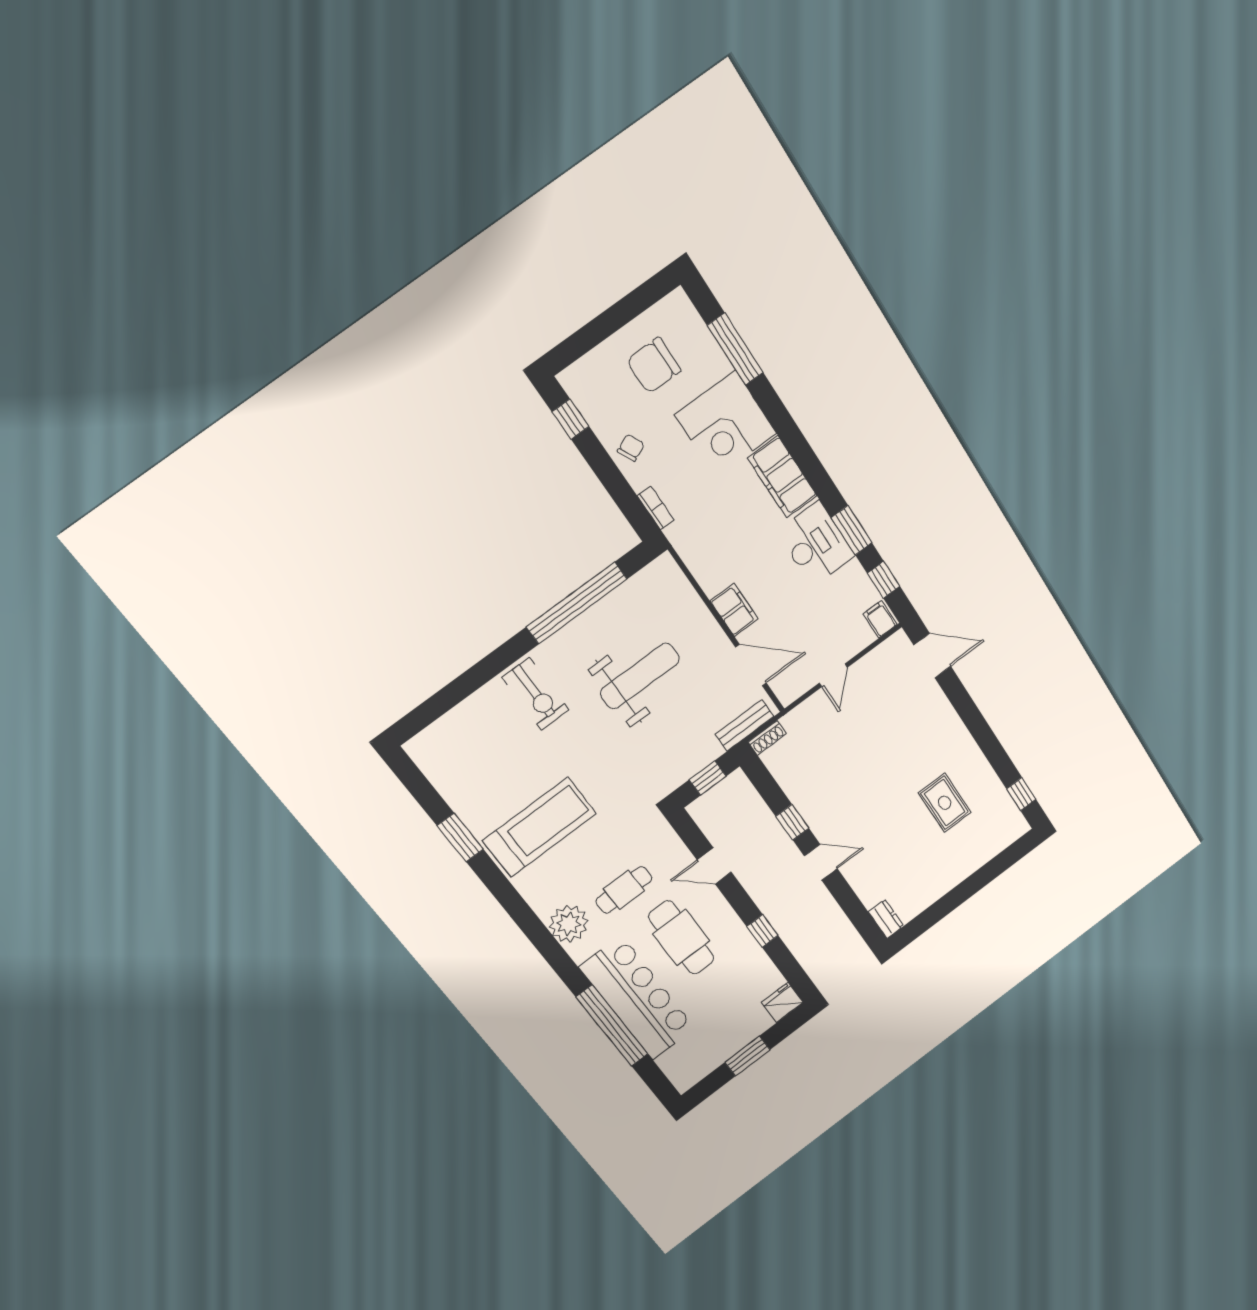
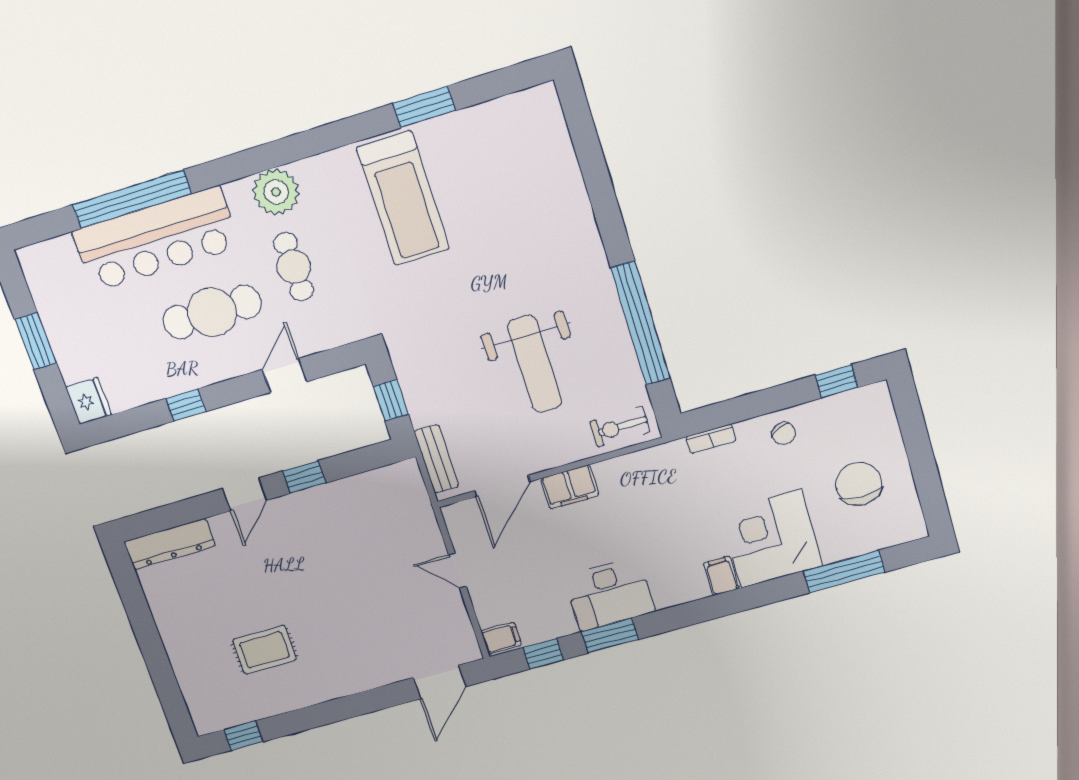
filing cabinet: (782, 477) -> (721, 576), width x0.33, depth x0.86
exercise bike: (536, 694) -> (620, 427), moved, width x0.73, depth x0.72
shoe rack: (767, 738) -> (413, 479), removed
dresser: (886, 919) -> (170, 544), width x1.96, depth x1.24

